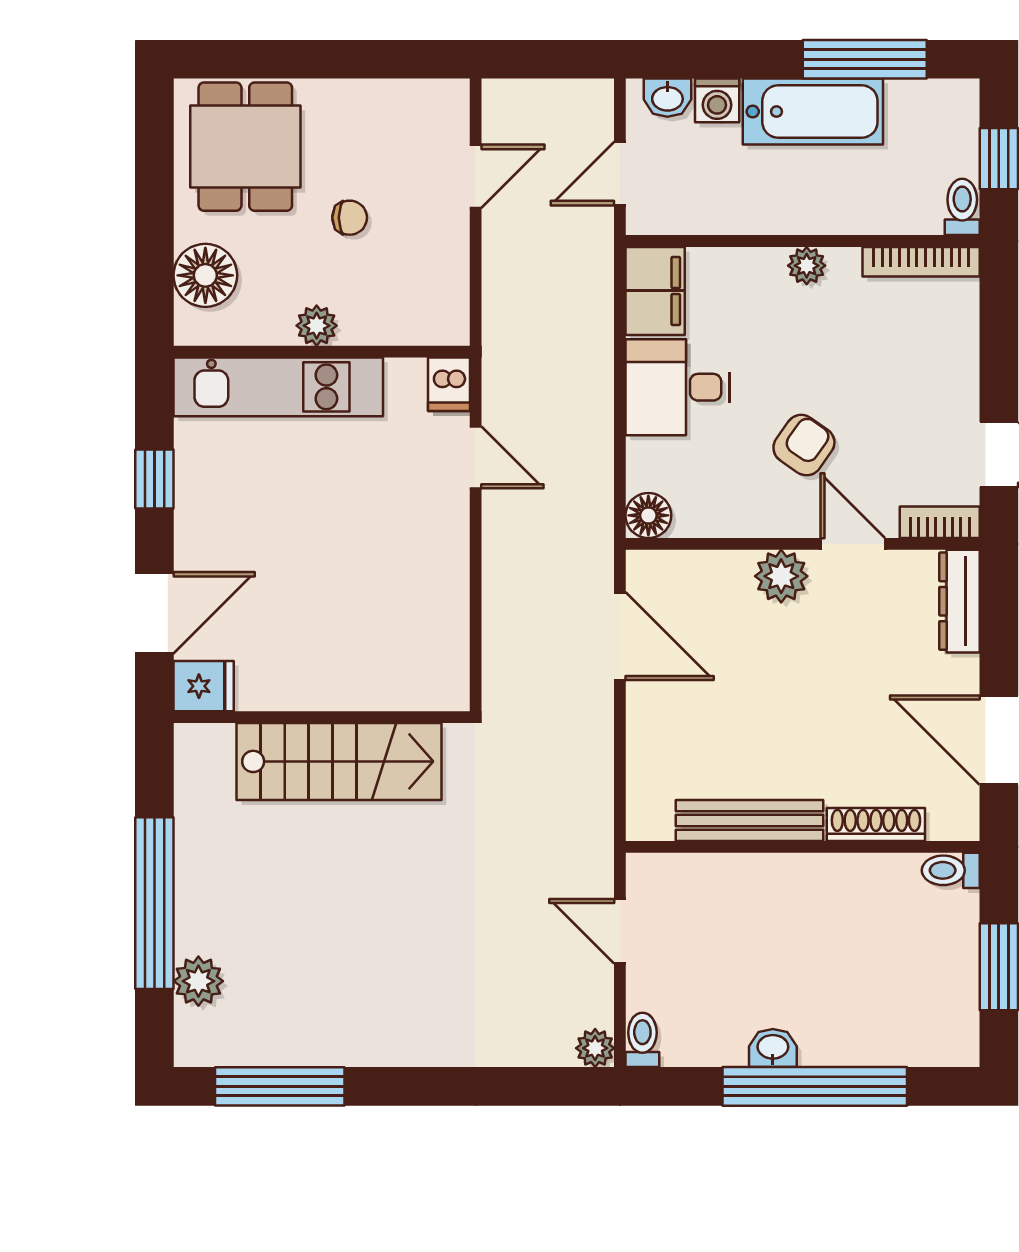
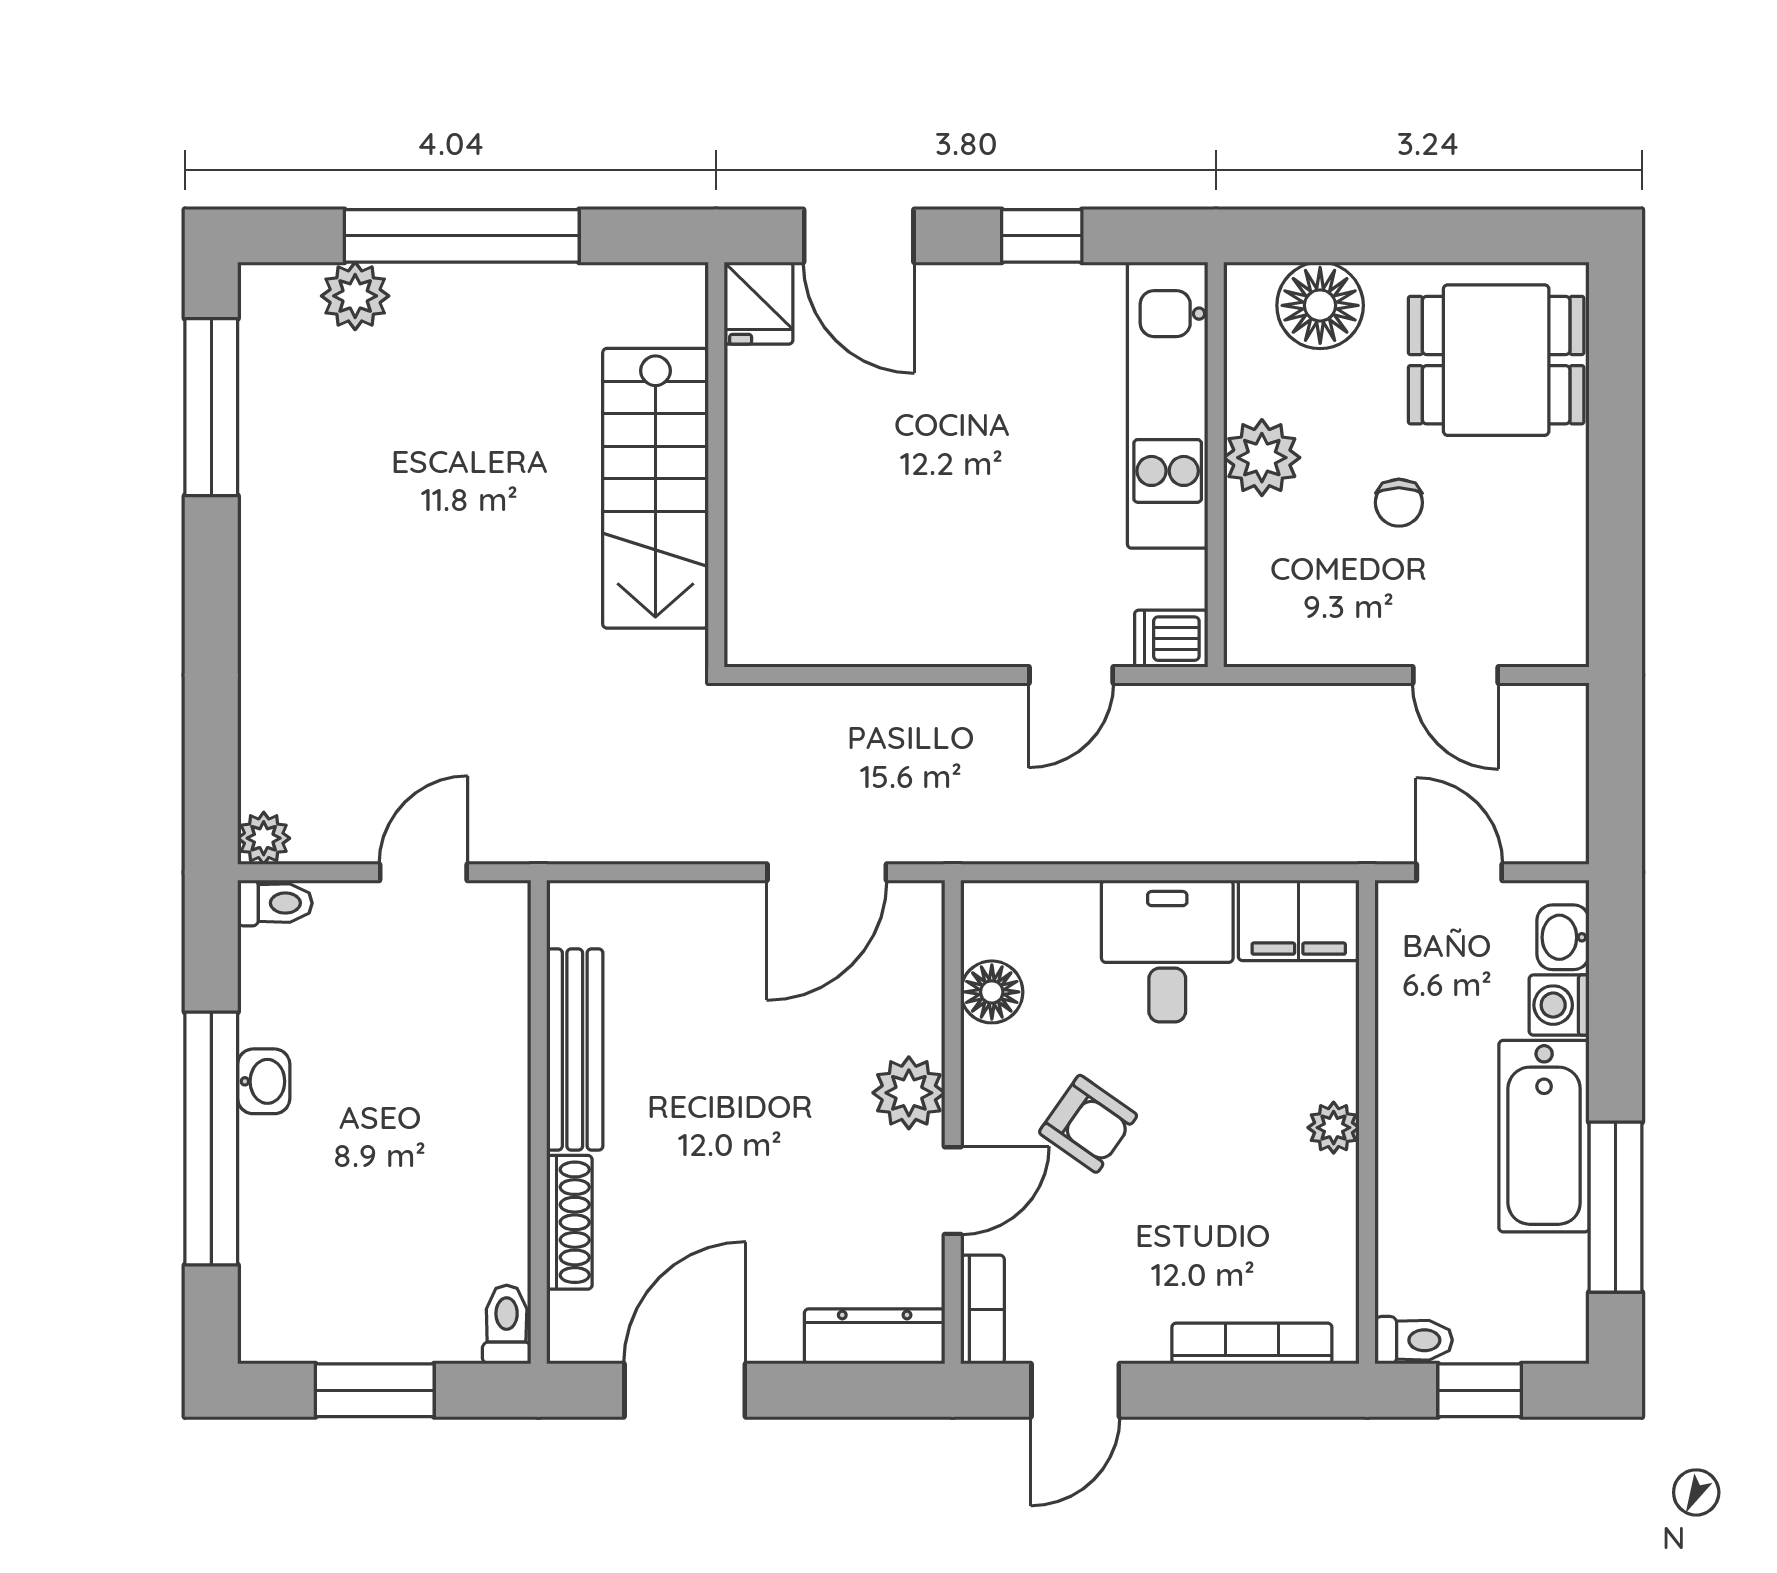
bookcase: (921, 262) -> (1252, 1344), moved, turned 90
plant: (317, 326) -> (1262, 458), width x1.38, depth x1.38
floor lamp: (648, 515) -> (992, 992), moved

